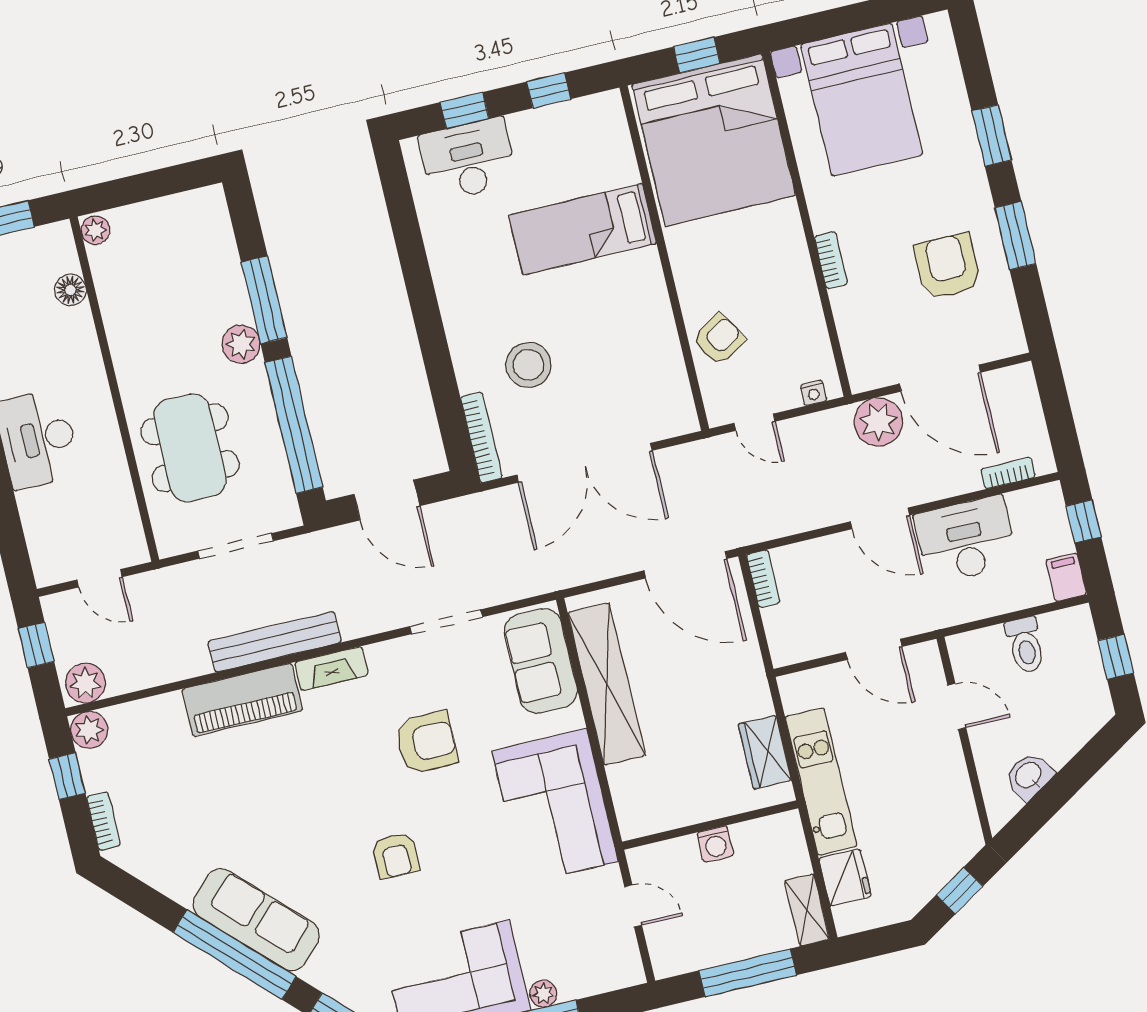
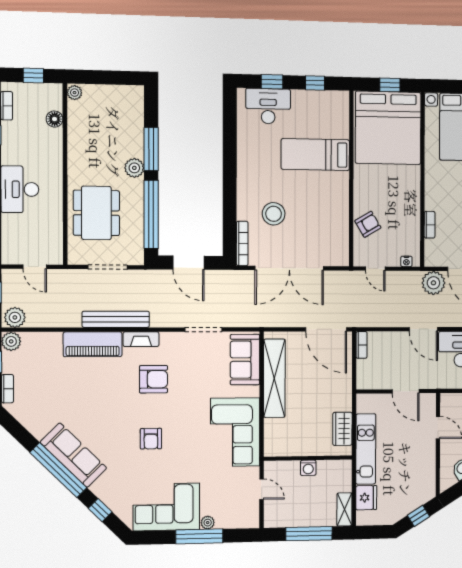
bookcase: (831, 260) -> (430, 225), moved
armchair: (426, 742) -> (153, 379), moved

